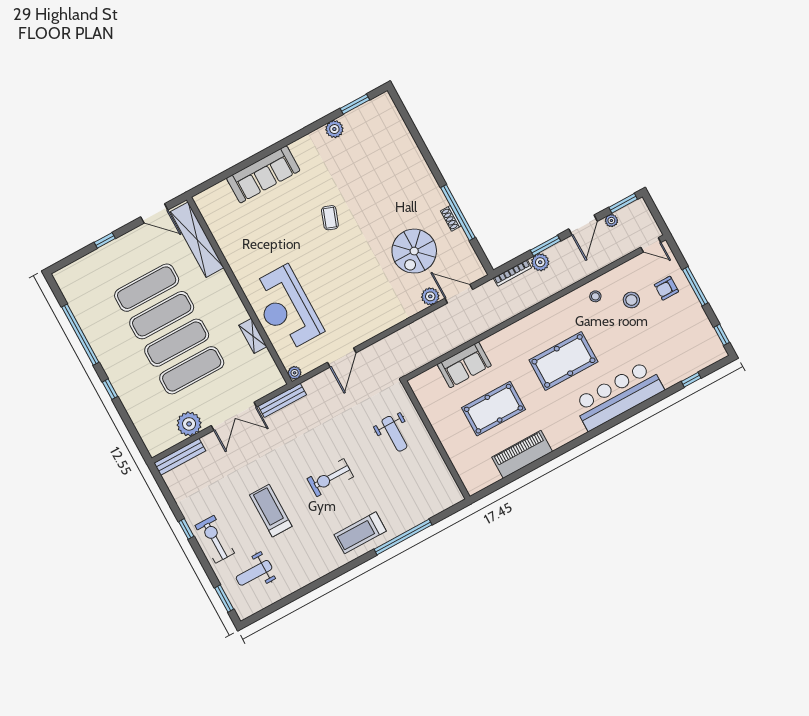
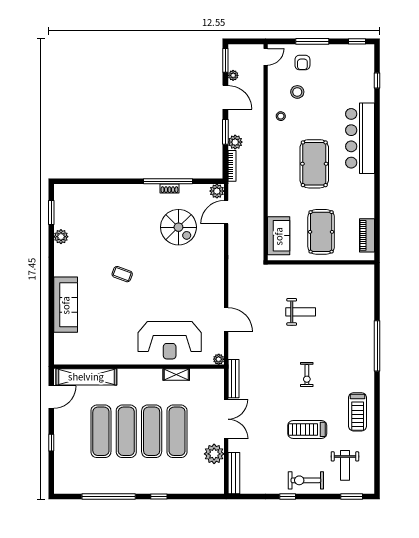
plant: (430, 296) -> (217, 191), moved
wall: (436, 440) -> (321, 262), moved
piano: (522, 454) -> (367, 235), width x0.73, depth x0.75
exercise bike: (330, 478) -> (307, 375), width x0.73, depth x0.72
treadmill: (360, 533) -> (358, 412), moved

